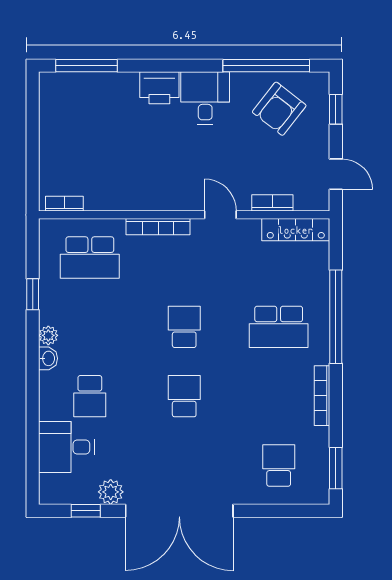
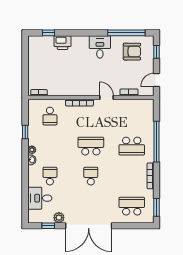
window: (86, 66) -> (48, 33), width x0.46
printer: (159, 88) -> (63, 43), moved
armchair: (279, 109) -> (132, 52), turned -128
door: (336, 174) -> (157, 80), swing flipped
locker: (296, 230) -> (139, 104), removed
school desk: (90, 258) -> (50, 116), width x0.54
school desk: (184, 327) -> (91, 146), width x1.85
school desk: (90, 396) -> (50, 176), turned 180
school desk: (279, 466) -> (132, 206), width x1.85

